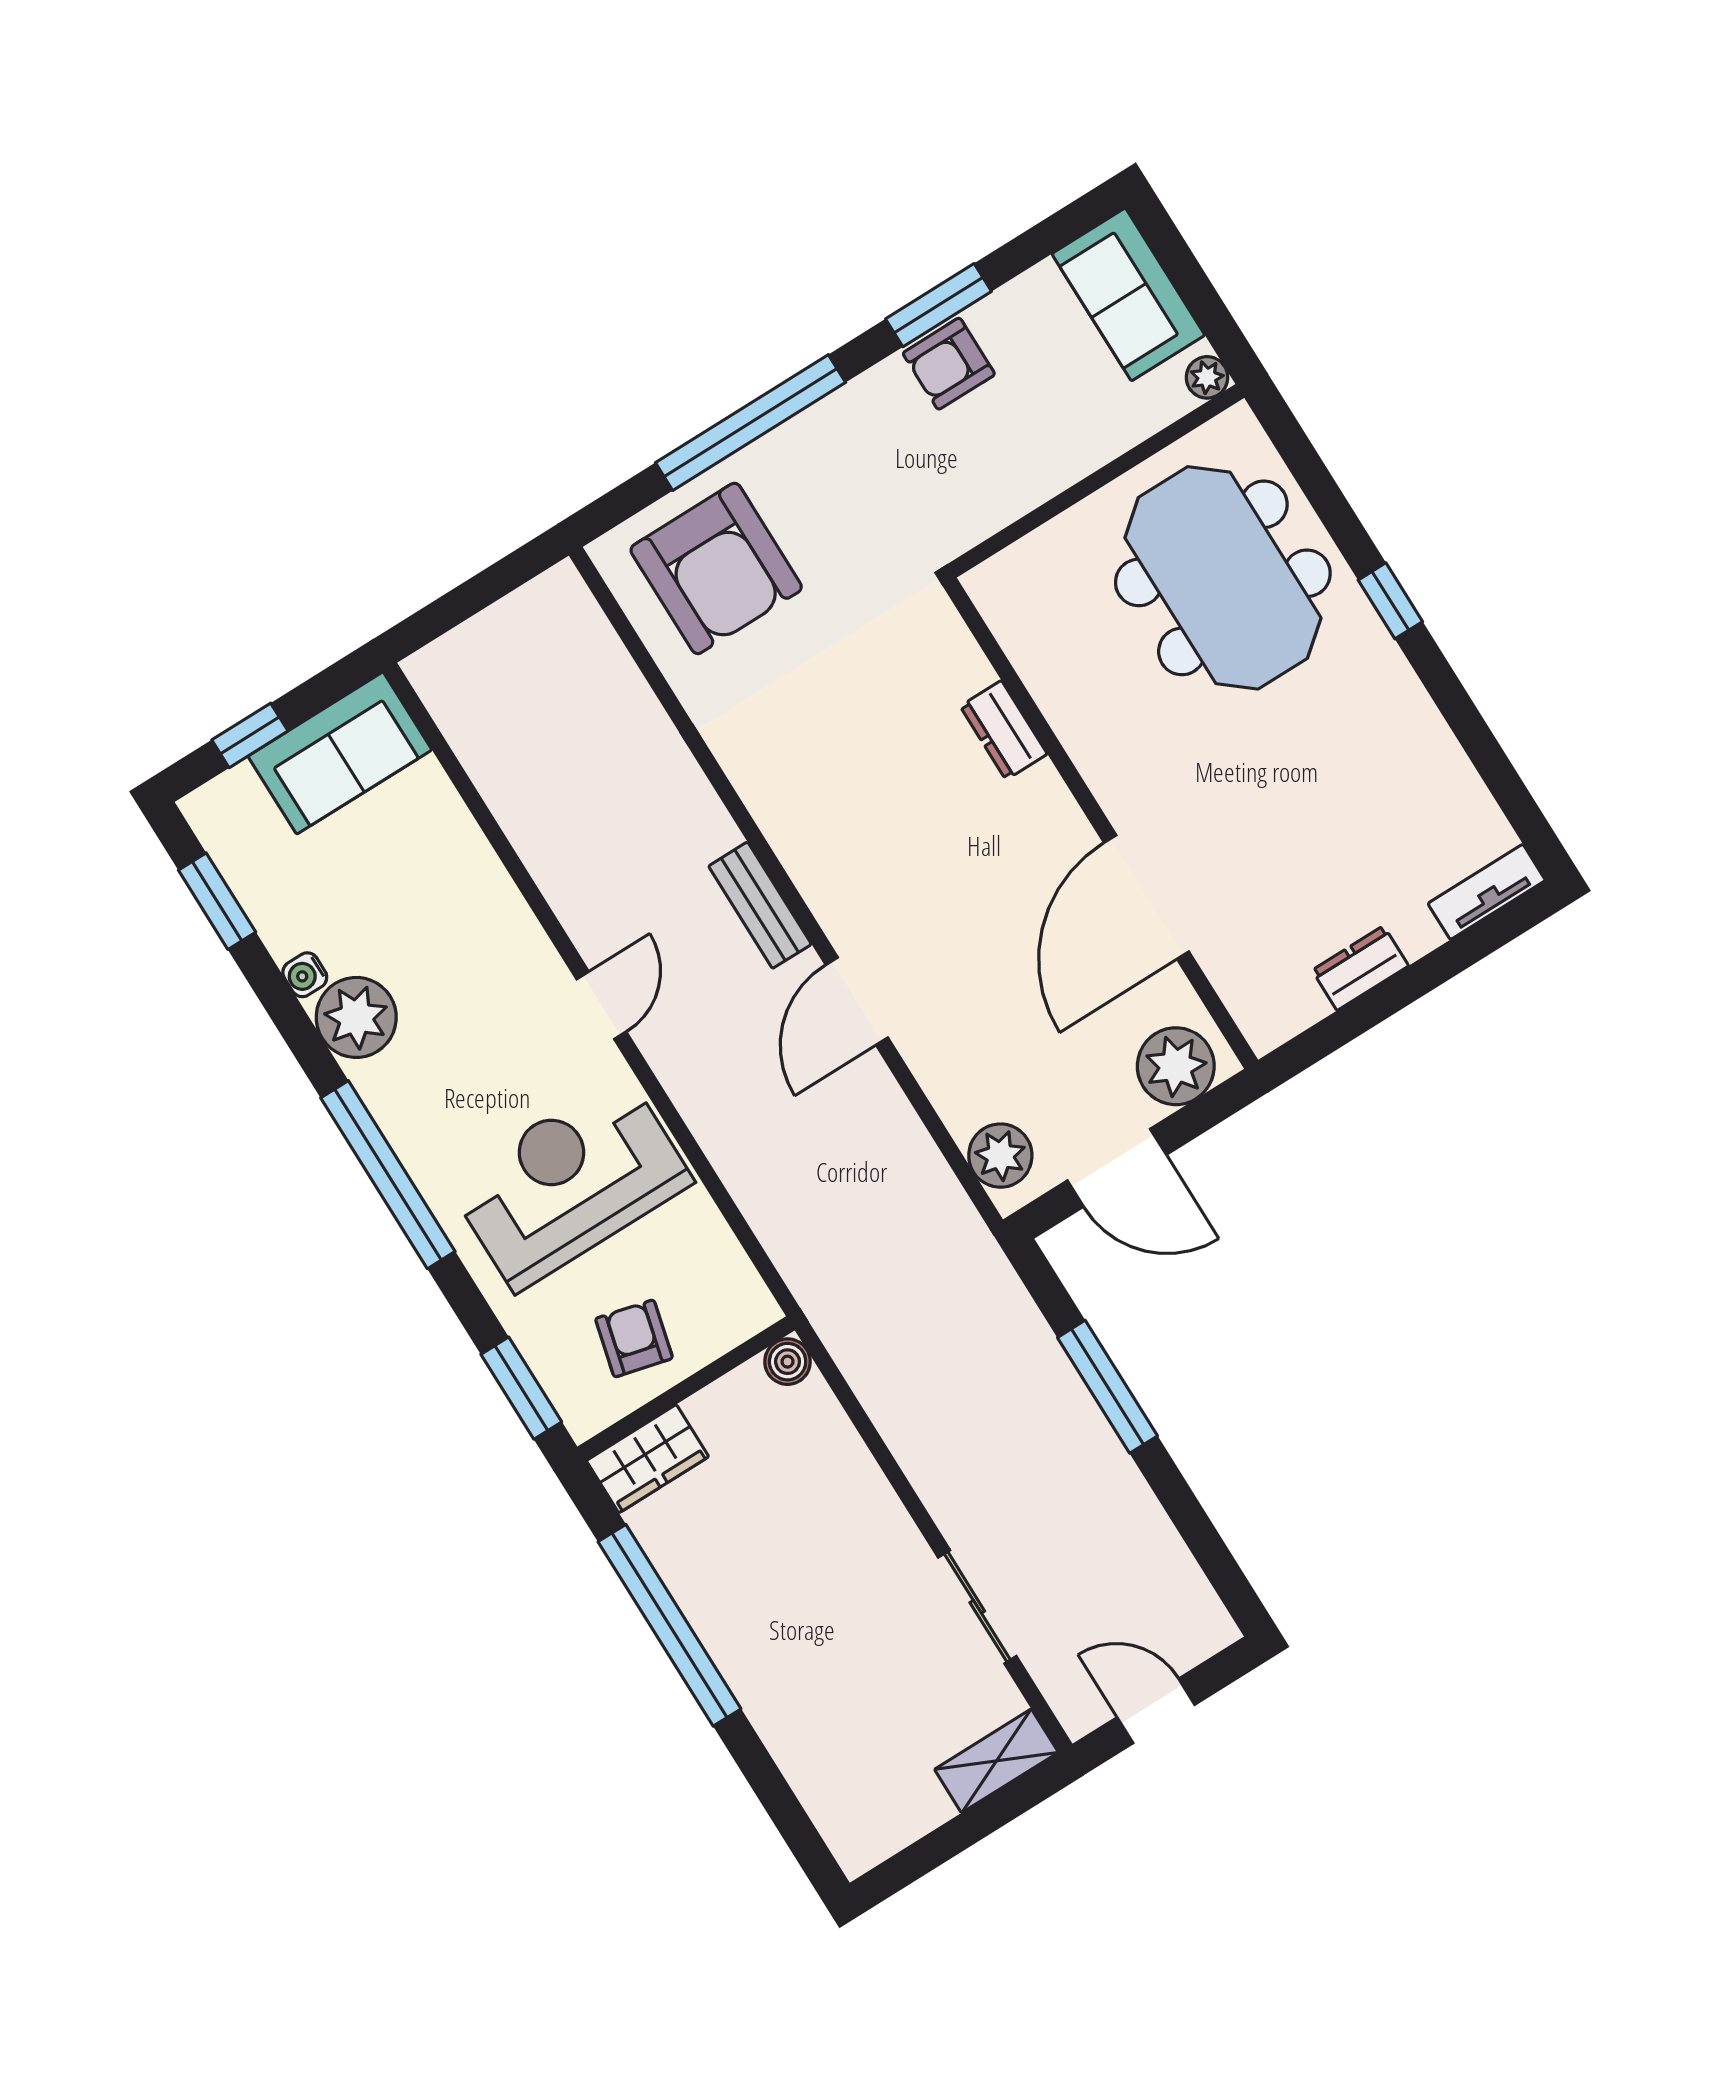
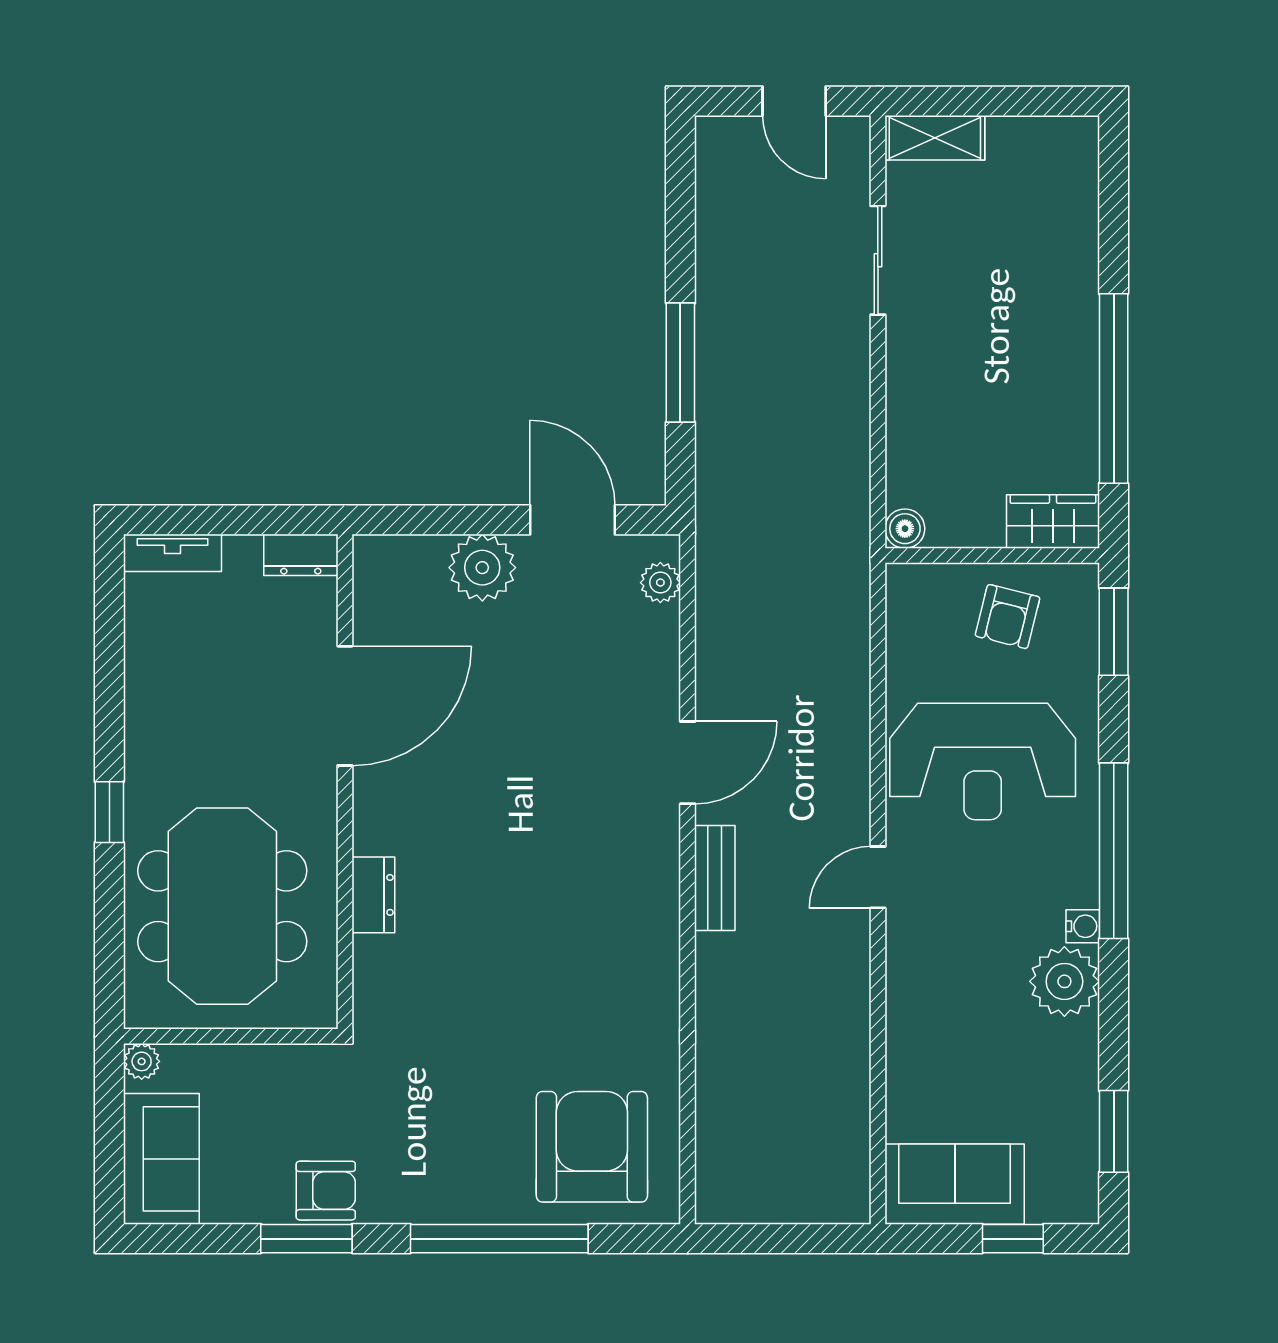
dresser: (1004, 730) -> (373, 895), moved
wall: (1100, 823) -> (345, 782), moved
door: (1147, 897) -> (345, 706), moved
water cooler: (305, 975) -> (1083, 926), moved
plant: (1000, 1156) -> (660, 583), width x0.73, depth x0.73

